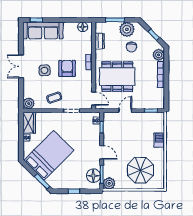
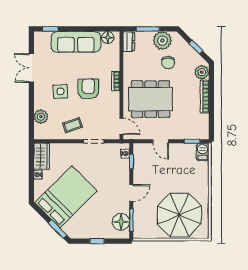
sofa: (43, 30) -> (76, 42), moved
dresser: (100, 41) -> (129, 42), moved
double door: (21, 66) -> (31, 68), moved
plant: (29, 104) -> (41, 117), moved
door: (125, 111) -> (161, 141), swing flipped
barbecue: (159, 140) -> (203, 152), moved
door: (102, 152) -> (131, 193), hinge flipped
parasol: (141, 170) -> (179, 215), width x1.36, depth x1.36
plant: (109, 183) -> (140, 231), removed

